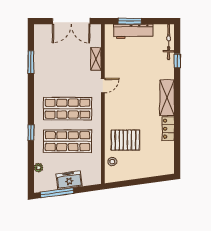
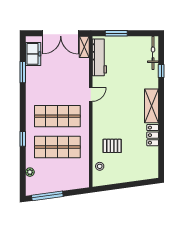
workbench: (133, 31) -> (99, 57), moved, turned -90
shelving: (96, 59) -> (84, 47), moved
pallet: (125, 140) -> (112, 146), width x0.67, depth x0.71
freezer: (69, 180) -> (33, 54), moved, turned 98

